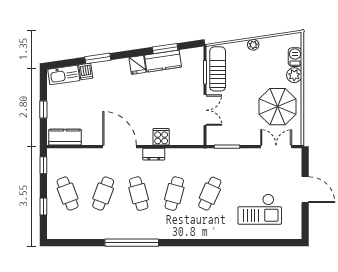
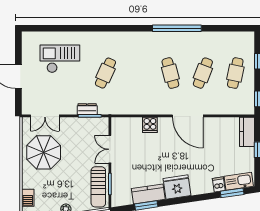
window: (98, 58) -> (232, 193), moved
fridge: (137, 65) -> (177, 187), width x1.88, depth x1.34
plant: (294, 75) -> (28, 181), removed
kitchen counter: (65, 137) -> (247, 132), moved, turned 90
dresser: (154, 154) -> (87, 109), moved
cafe table: (68, 194) -> (235, 73), turned 33
cafe table: (174, 194) -> (138, 73), removed

